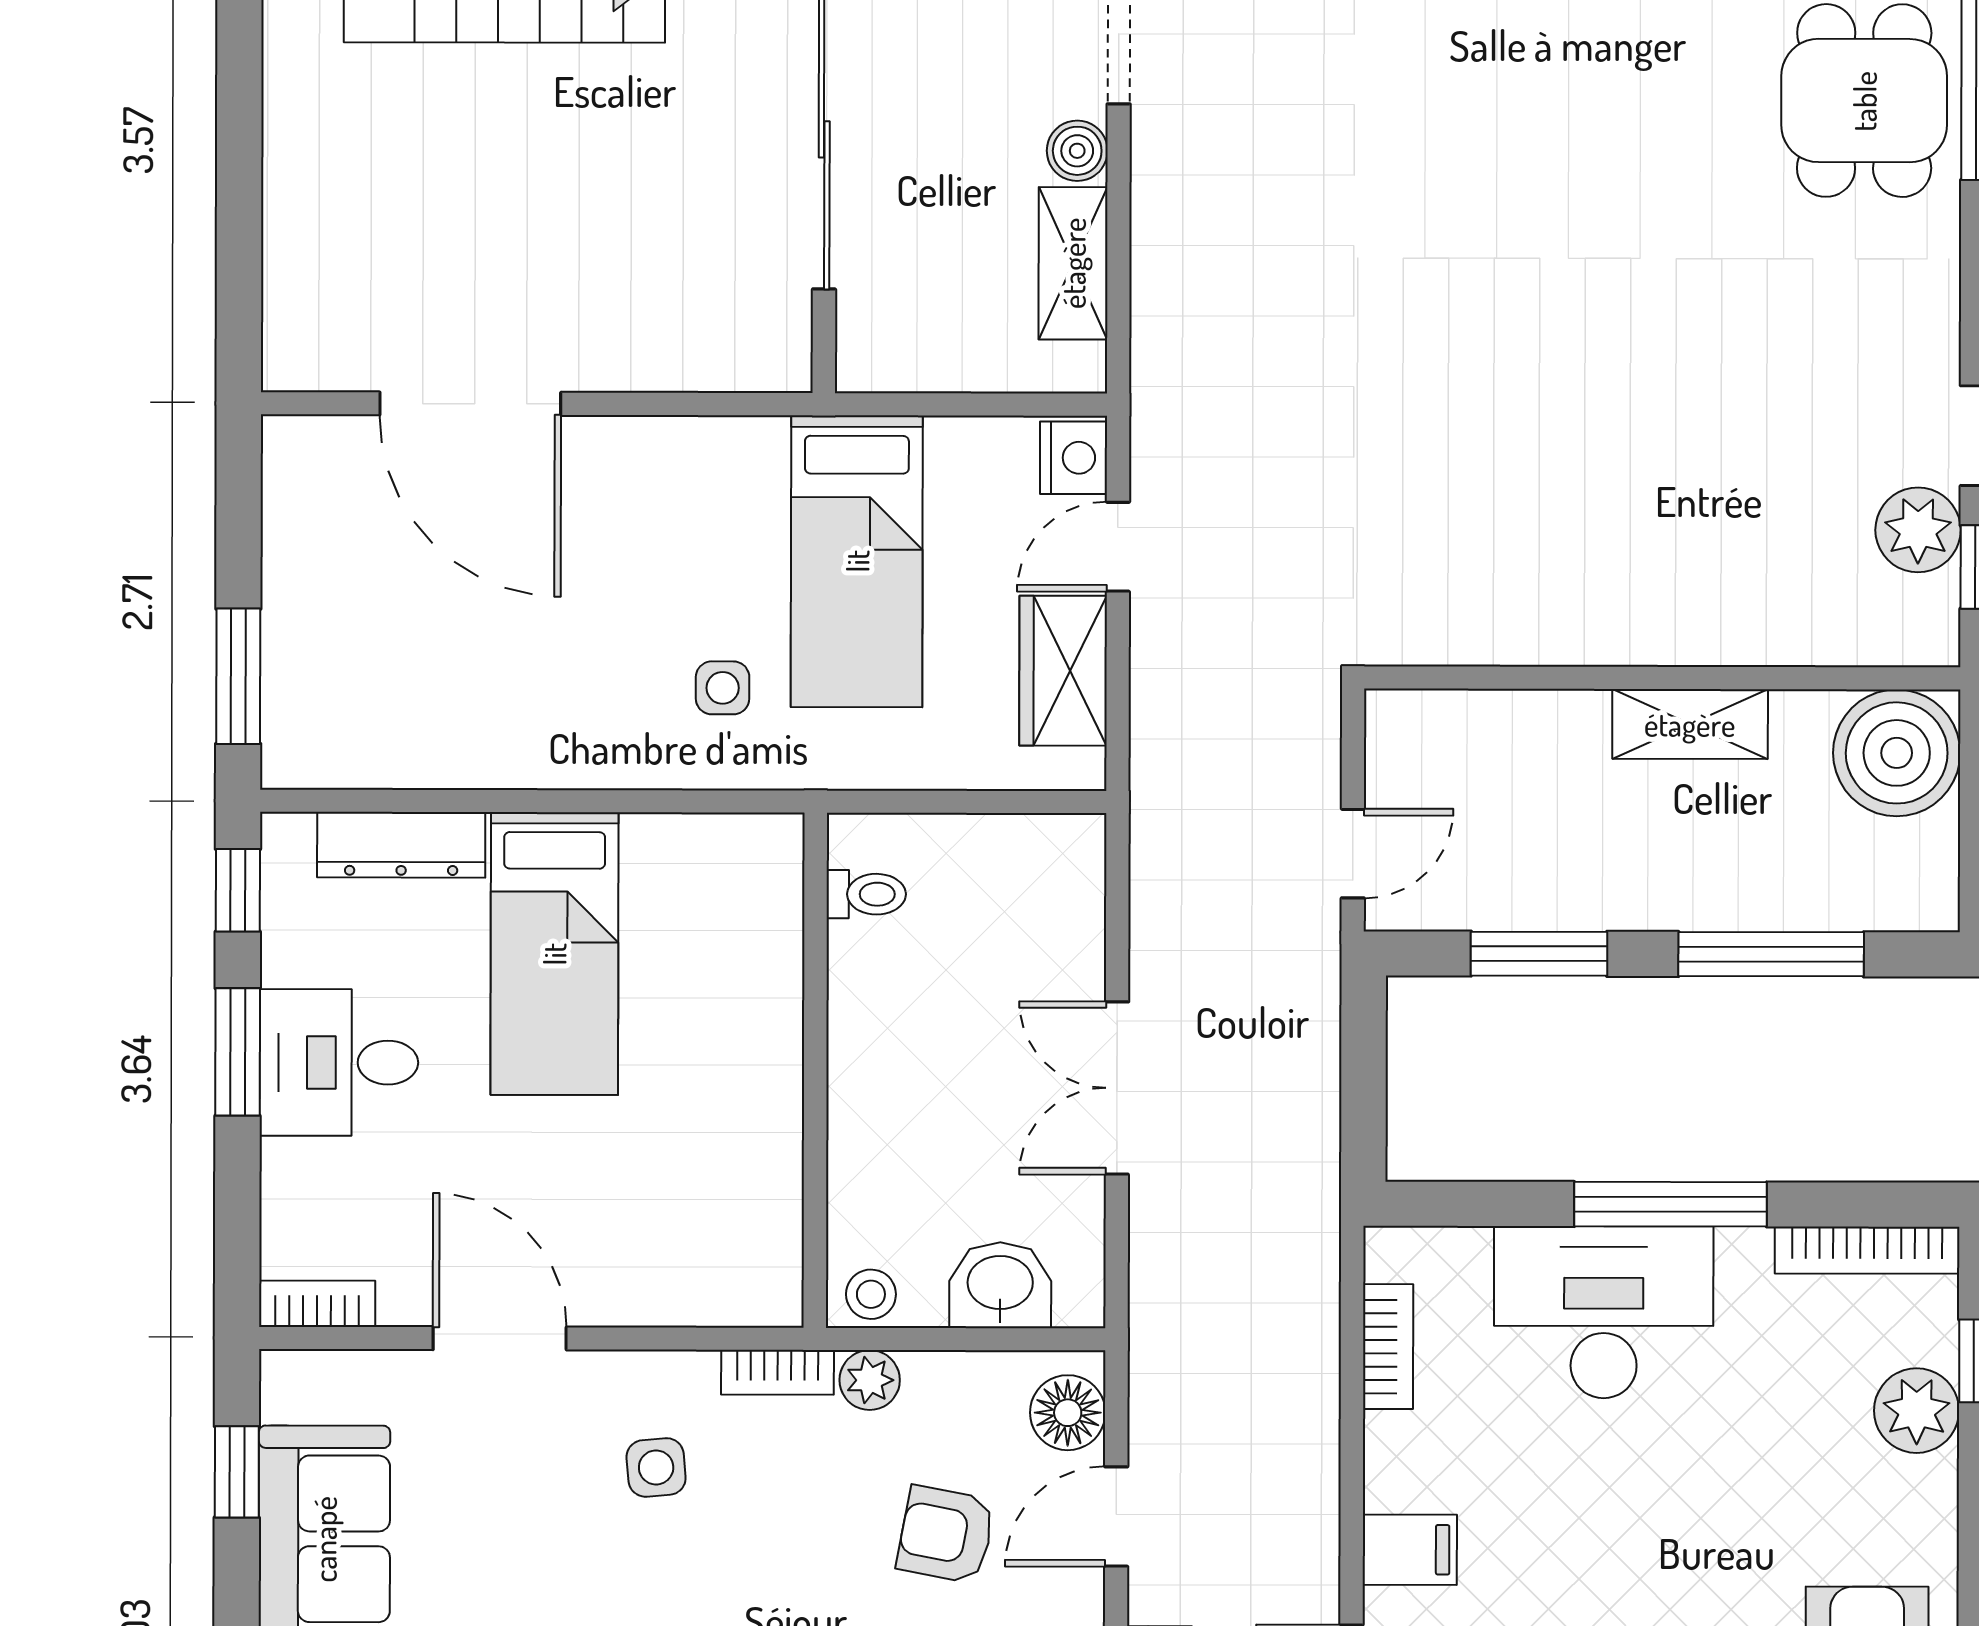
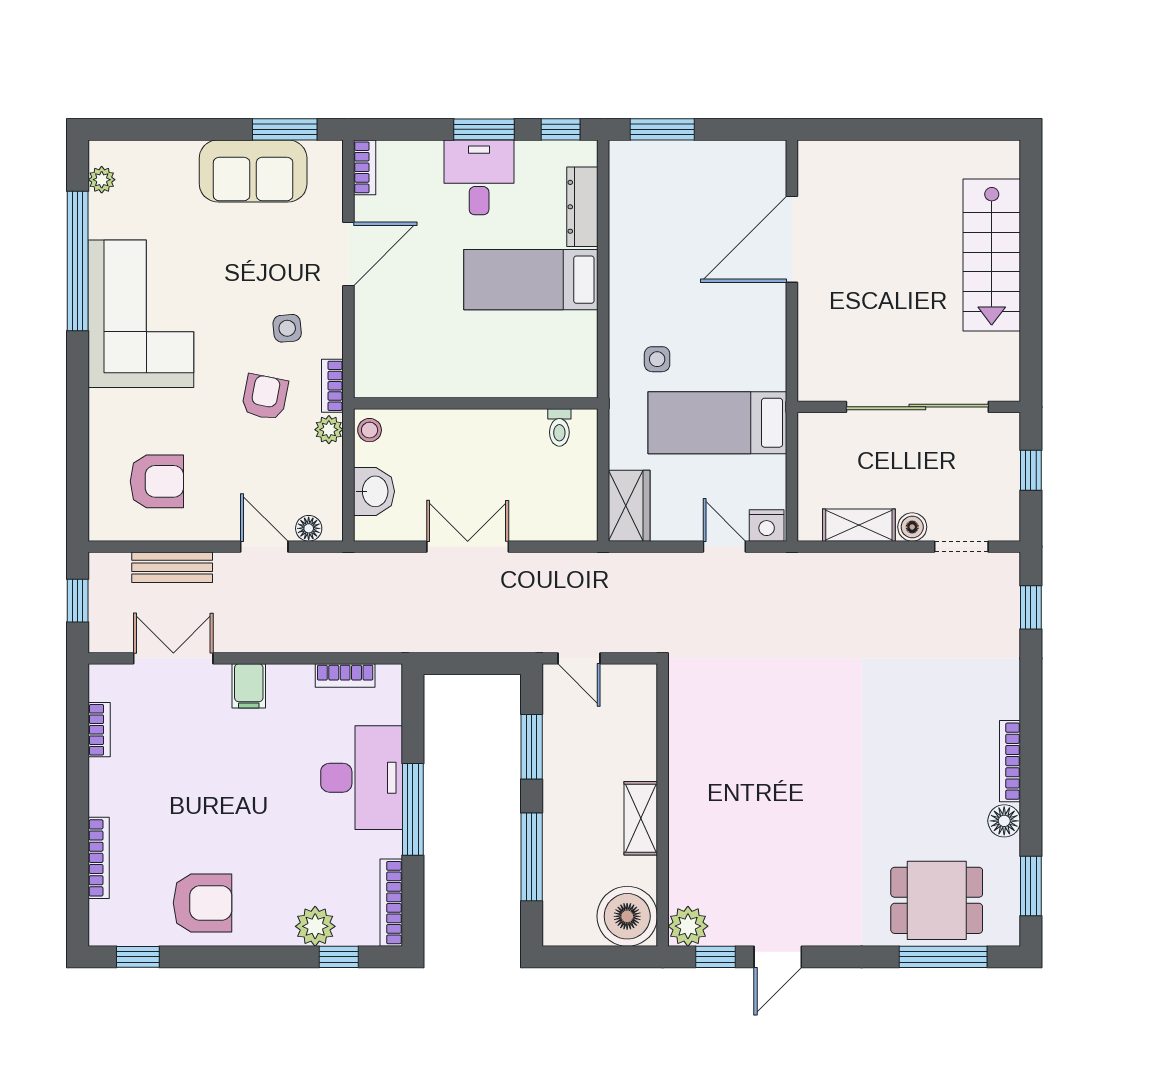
plant: (1918, 530) -> (688, 926), moved
wardrobe: (1063, 671) -> (629, 506), moved, turned 90
floor lamp: (1068, 1413) -> (309, 528), width x0.73, depth x0.73
window: (237, 1472) -> (285, 129), width x1.50
armchair: (946, 1535) -> (265, 397), moved

